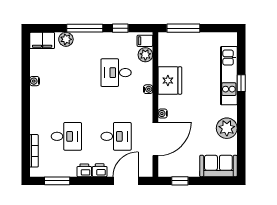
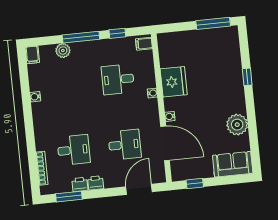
window: (183, 28) -> (213, 23), moved
filing cabinet: (42, 40) -> (32, 55), width x0.50
plant: (145, 55) -> (146, 58), removed
kitchen unit: (229, 76) -> (234, 71), removed
door: (155, 139) -> (165, 143), hinge flipped
printer: (100, 170) -> (80, 184), moved

